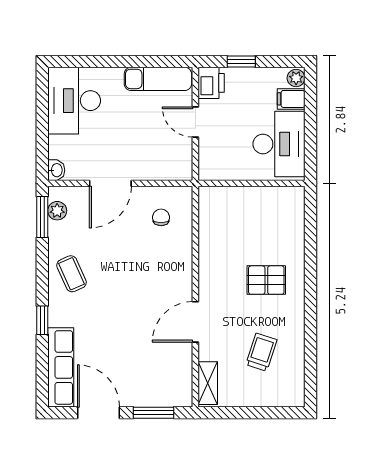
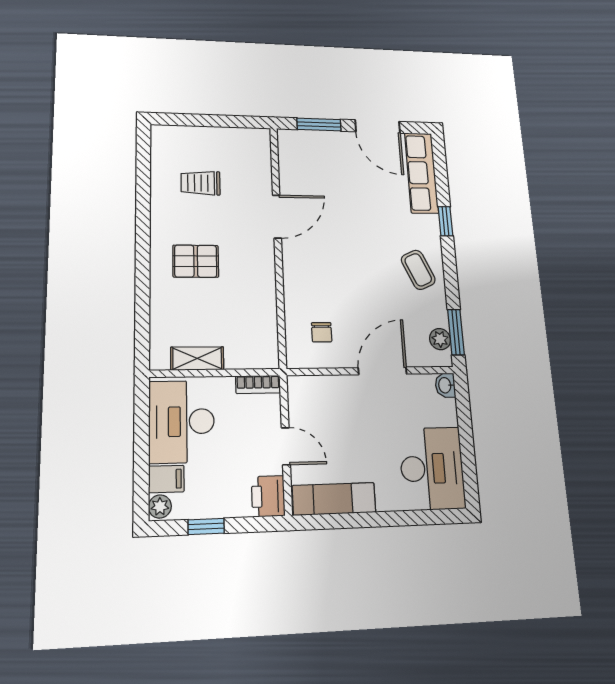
window: (241, 62) -> (206, 526), moved
bookcase: (216, 173) -> (258, 384), added
trolley: (261, 352) -> (201, 183), turned 72
shelving: (208, 383) -> (197, 358), moved, turned 90

